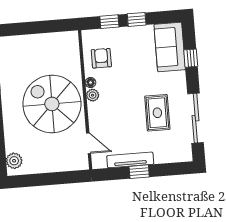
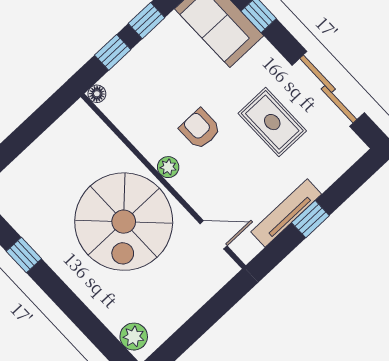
armchair: (101, 58) -> (200, 129), moved
floor lamp: (91, 83) -> (97, 94), moved
spiral stairs: (52, 104) -> (124, 222), turned -90

